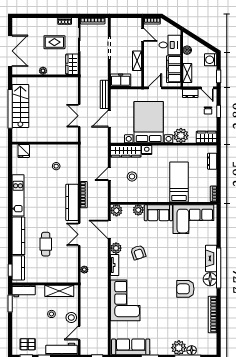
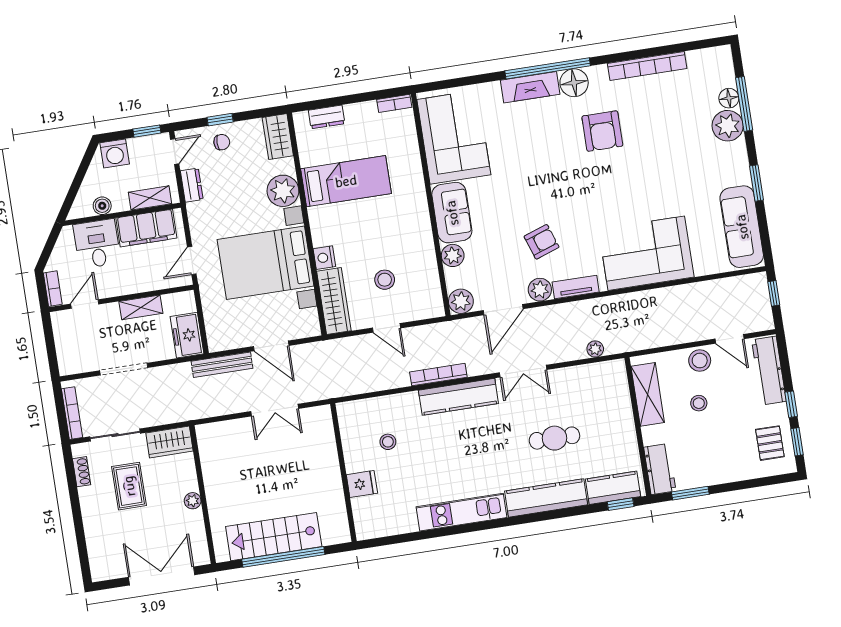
door: (155, 88) -> (192, 260), hinge flipped
fridge: (24, 151) -> (362, 484), moved
bed: (179, 182) -> (346, 181), moved, turned 180

